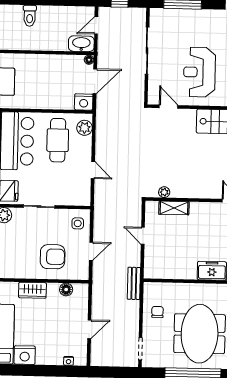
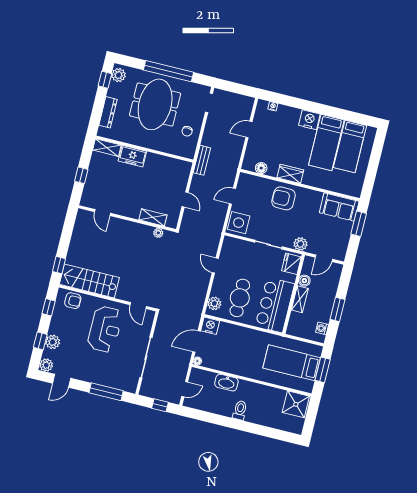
washbasin: (81, 44) -> (226, 383), moved
side table: (78, 223) -> (239, 223), width x1.87, depth x1.87
armchair: (53, 257) -> (284, 198), moved

